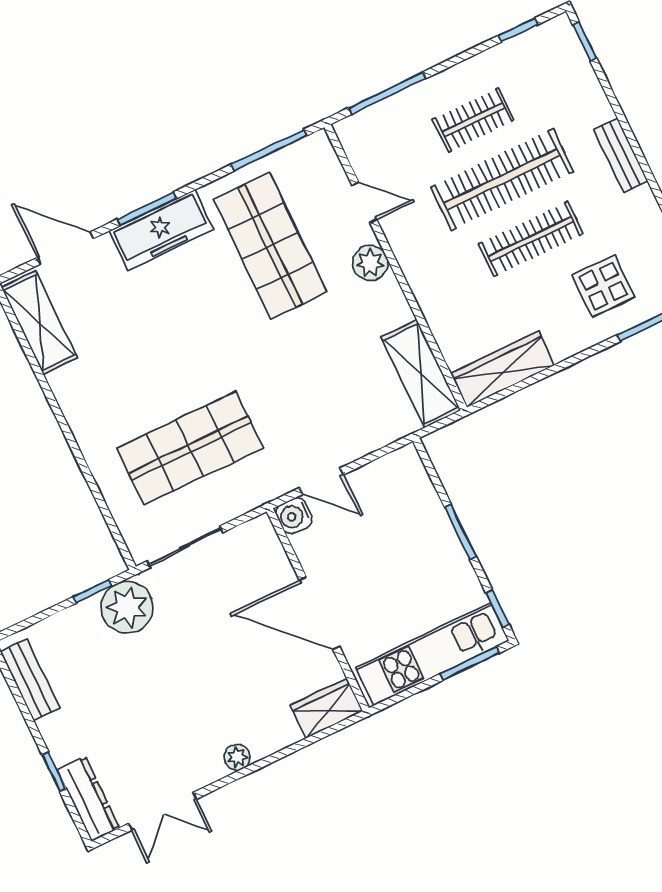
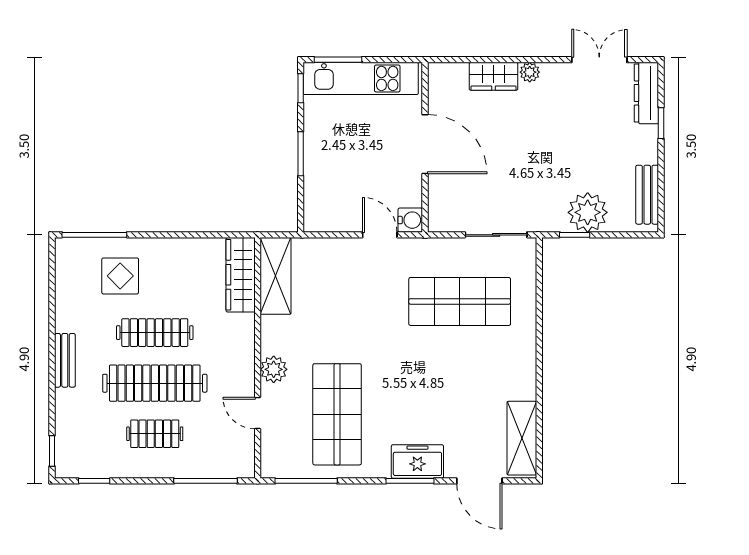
freezer: (161, 230) -> (417, 461), width x0.71
wardrobe: (503, 369) -> (241, 275), moved, turned 90
plant: (127, 607) -> (588, 212), moved
wardrobe: (327, 708) -> (494, 76), moved

